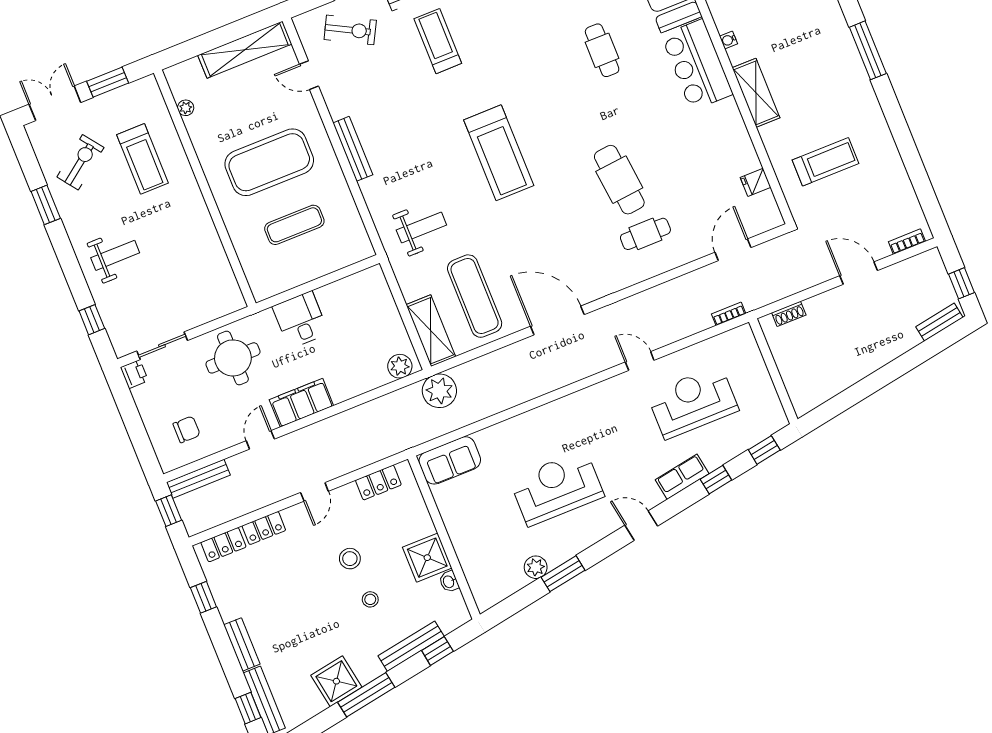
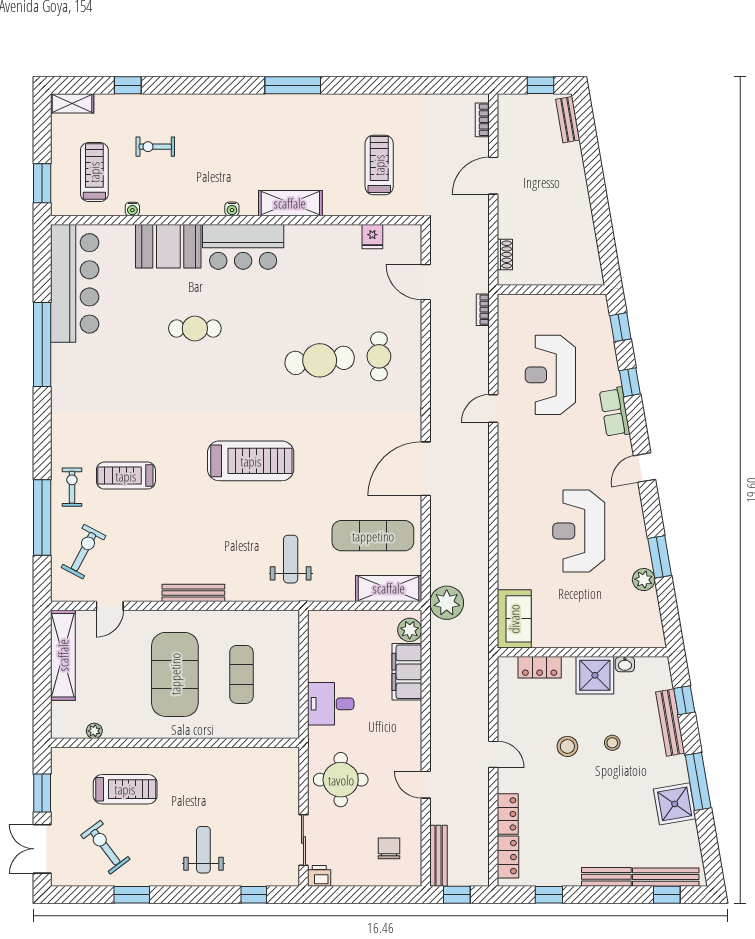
filing cabinet: (301, 403) -> (407, 672), moved
locker: (378, 483) -> (540, 667), moved, turned 90

